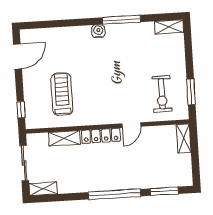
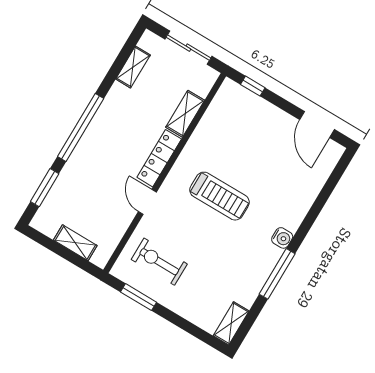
treadmill: (62, 94) -> (220, 196), moved
shelving: (184, 138) -> (75, 243), moved
shelving: (43, 189) -> (133, 67), moved

